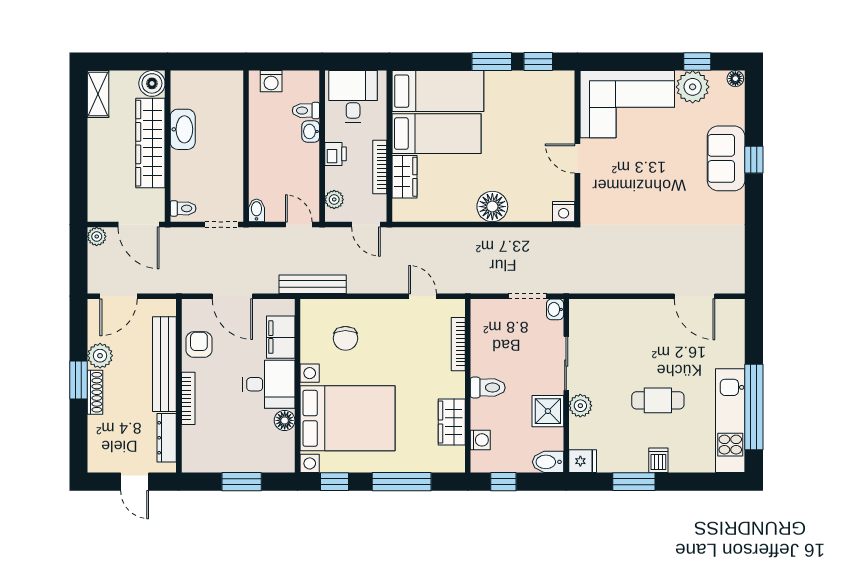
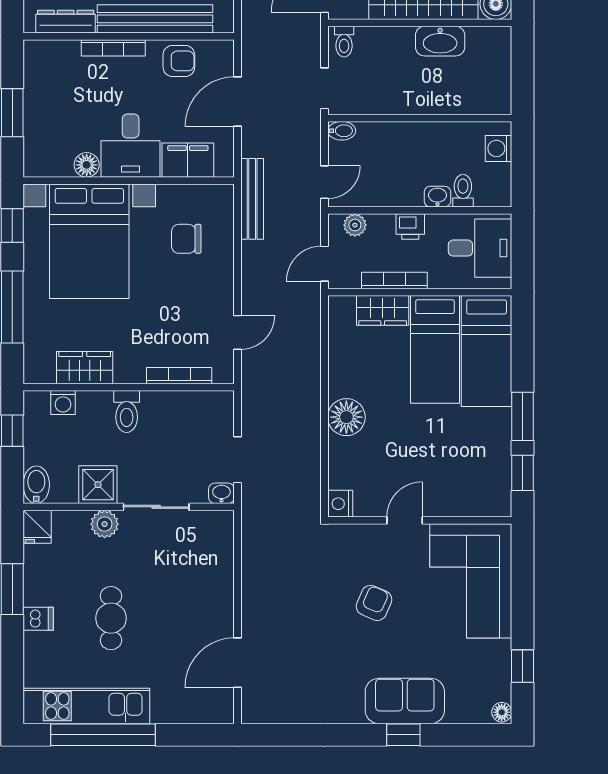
plant: (693, 87) -> (492, 660), removed
armchair: (645, 184) -> (374, 603), added

